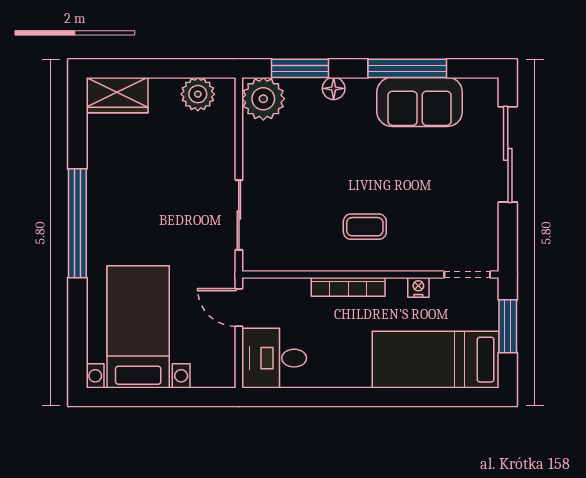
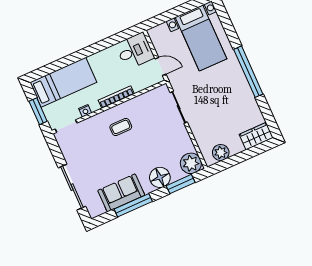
floor lamp: (334, 88) -> (160, 177), width x1.89, depth x1.89

